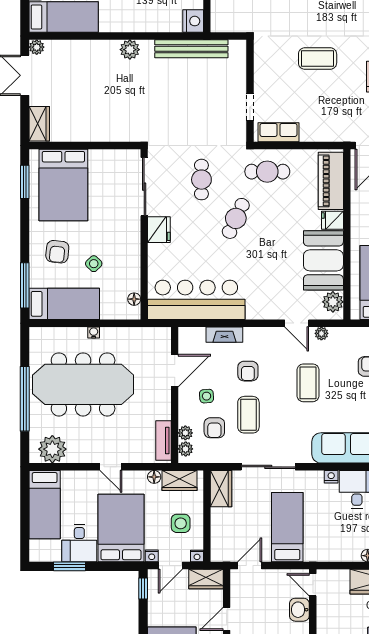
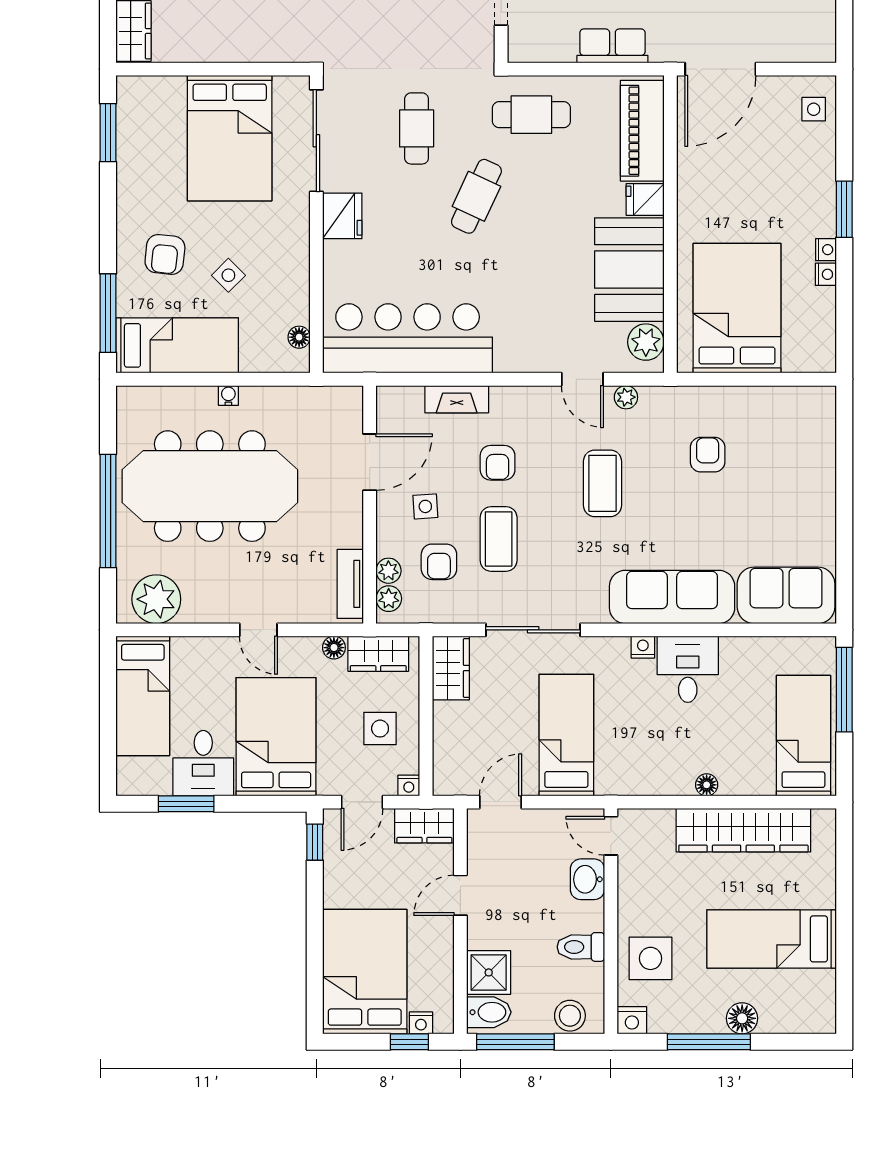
row of seats: (278, 132) -> (612, 46), moved
bed: (63, 185) -> (230, 138), moved
nightstand: (152, 556) -> (330, 785), removed

